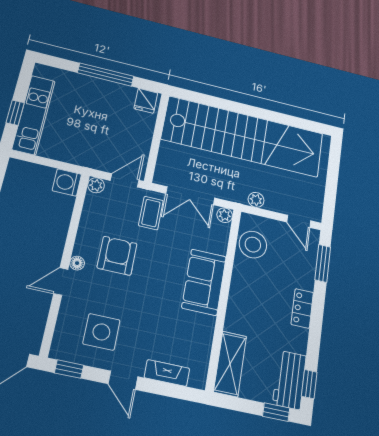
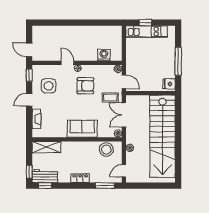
washing machine: (67, 182) -> (104, 55), moved

